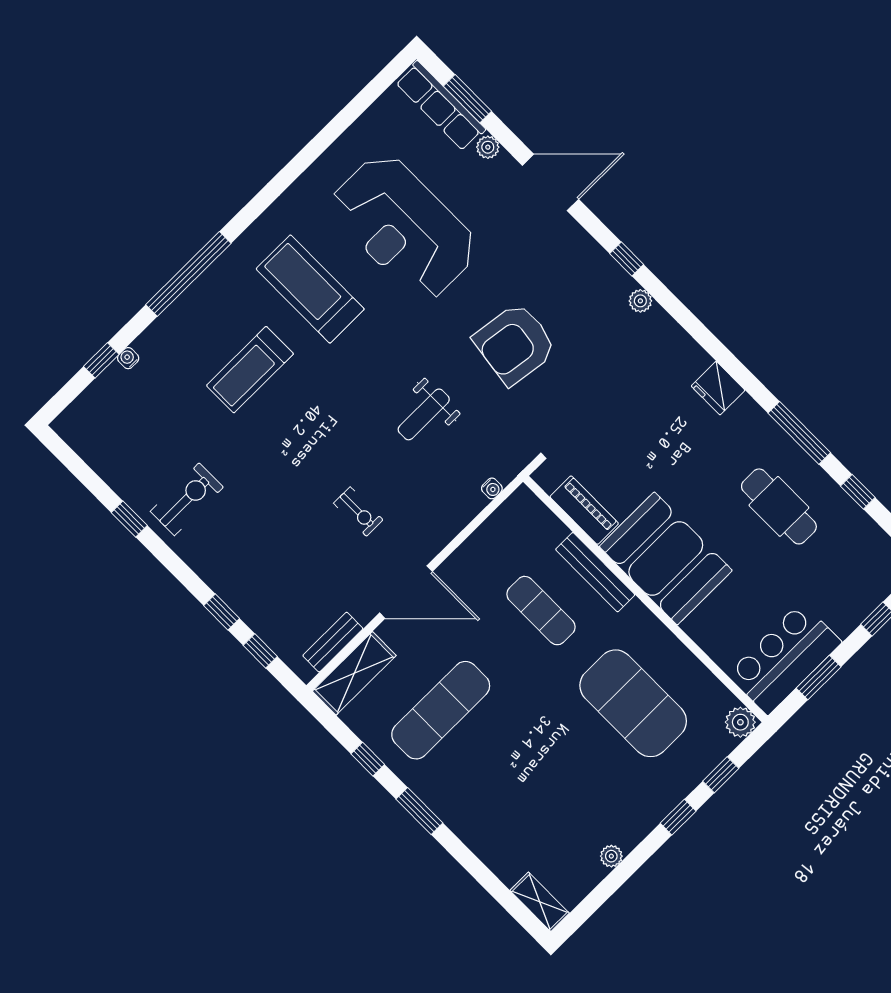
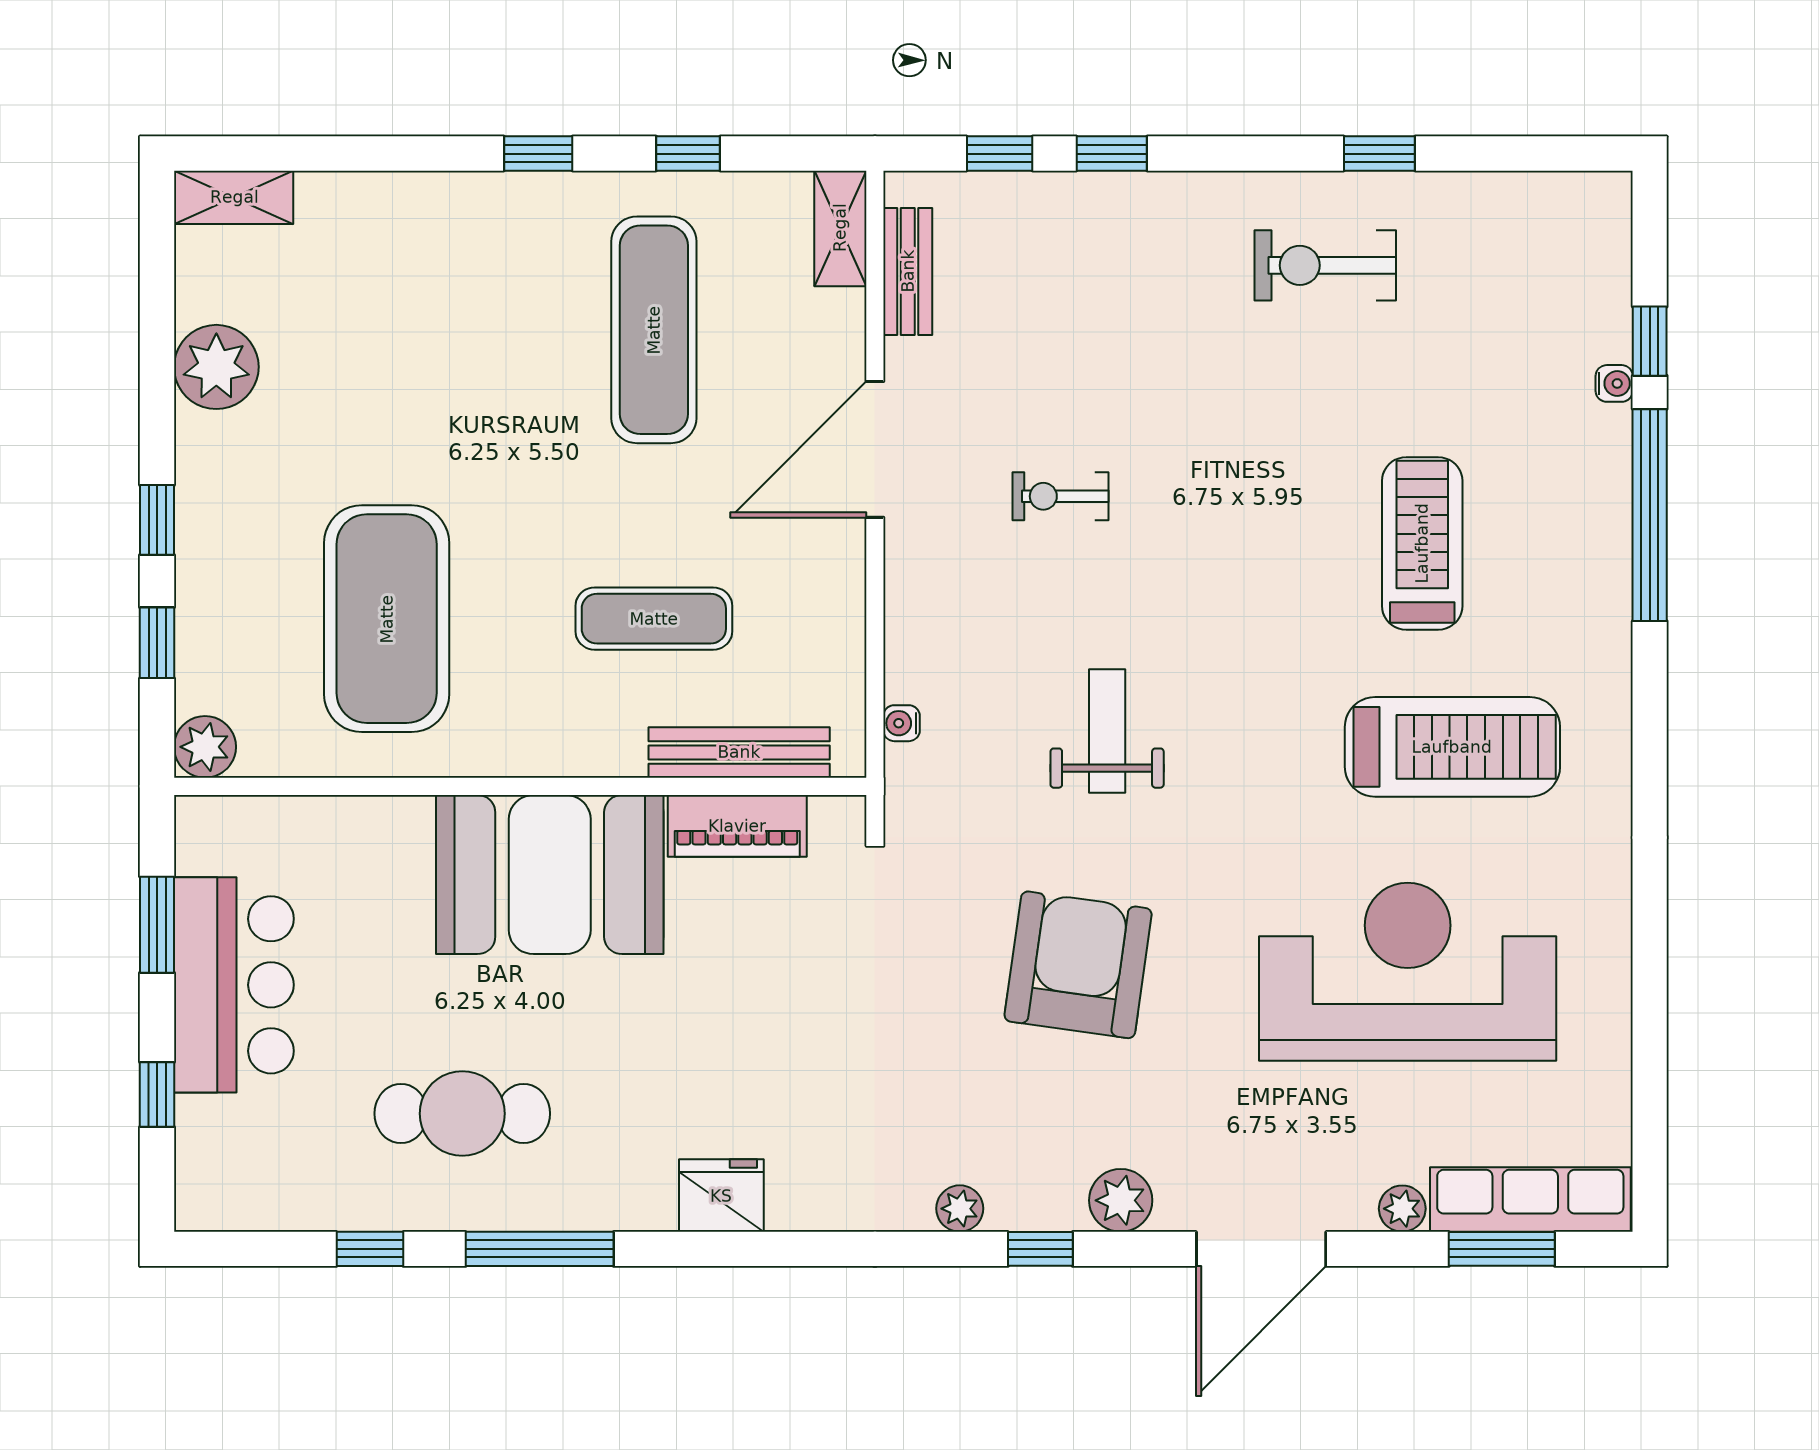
plant: (582, 248) -> (1121, 1200), added
window: (188, 274) -> (1650, 515), moved
exercise bike: (187, 499) -> (1325, 265), turned 90
bench: (595, 572) -> (739, 752), moved
bar counter: (784, 658) -> (234, 985), moved
shelving: (354, 673) -> (840, 228), width x0.67, depth x0.75
exercise mat: (633, 703) -> (387, 619), turned 90
window: (419, 811) -> (538, 154), width x0.67
plant: (611, 856) -> (216, 367), width x1.88, depth x1.88

